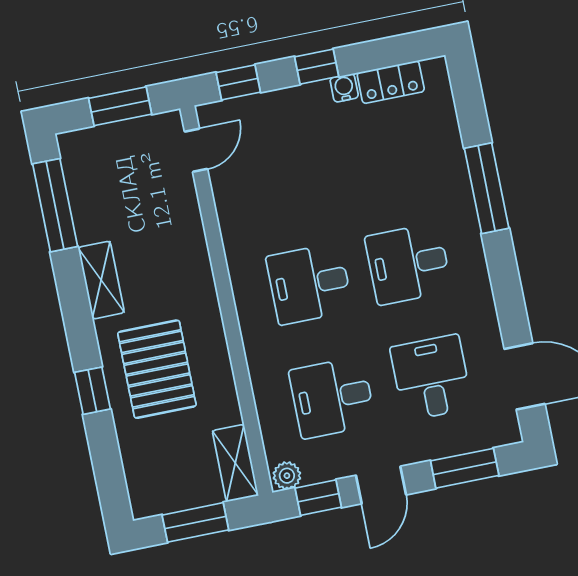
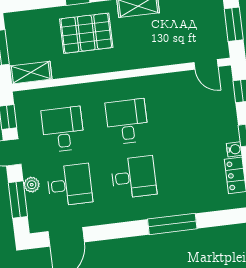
desk: (408, 264) -> (134, 177), turned 90
plant: (287, 476) -> (32, 185), moved

